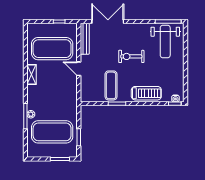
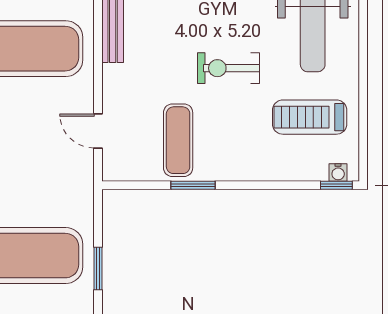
door: (79, 69) -> (98, 131), moved
treadmill: (146, 93) -> (310, 117), moved, turned 180

